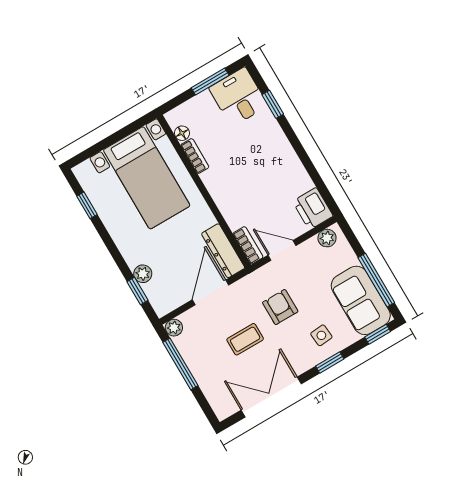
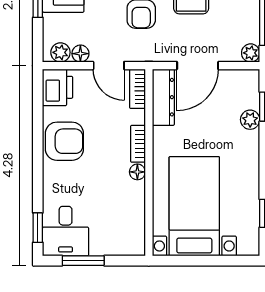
window: (273, 104) -> (38, 228), moved
floor lamp: (182, 133) -> (137, 172), moved
bookcase: (195, 156) -> (138, 144), moved
armchair: (282, 169) -> (64, 141), added
floor lamp: (310, 247) -> (80, 54), added

